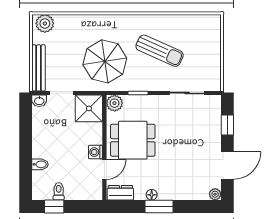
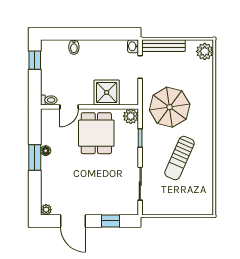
shower: (89, 108) -> (107, 92), moved
washing machine: (96, 152) -> (85, 99), removed
door: (104, 169) -> (69, 107), hinge flipped
toilet: (59, 191) -> (49, 100), moved
dresser: (120, 193) -> (47, 122), removed

